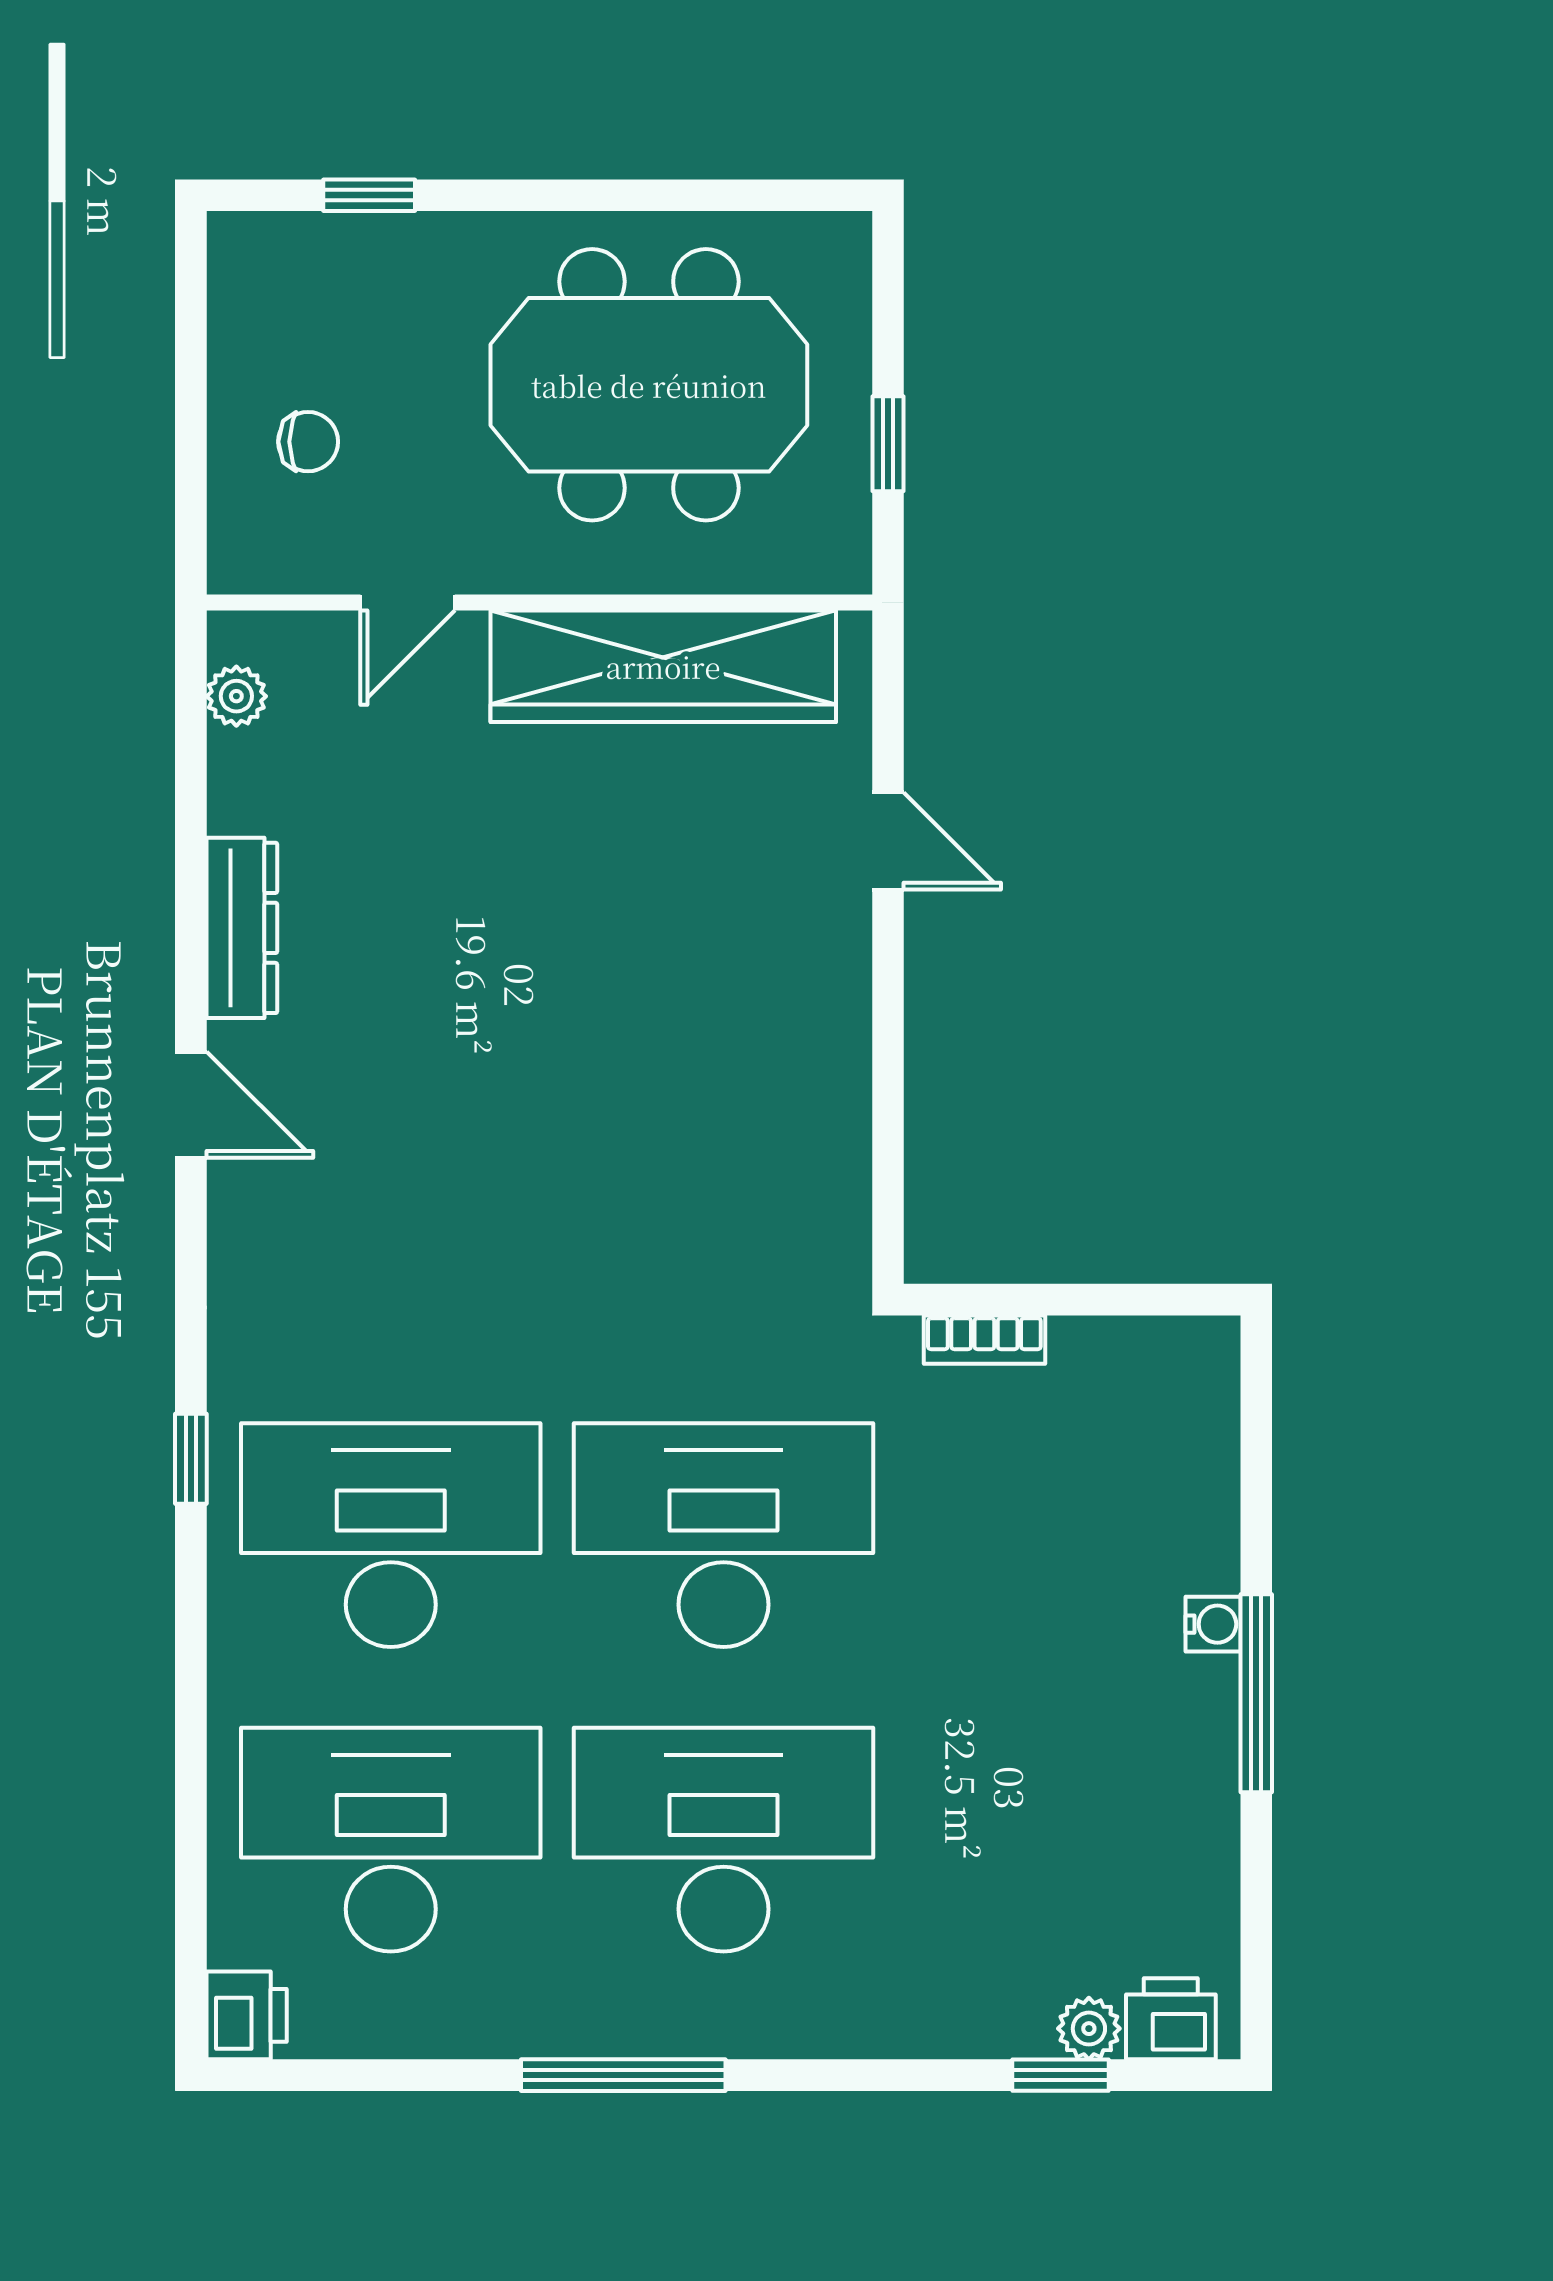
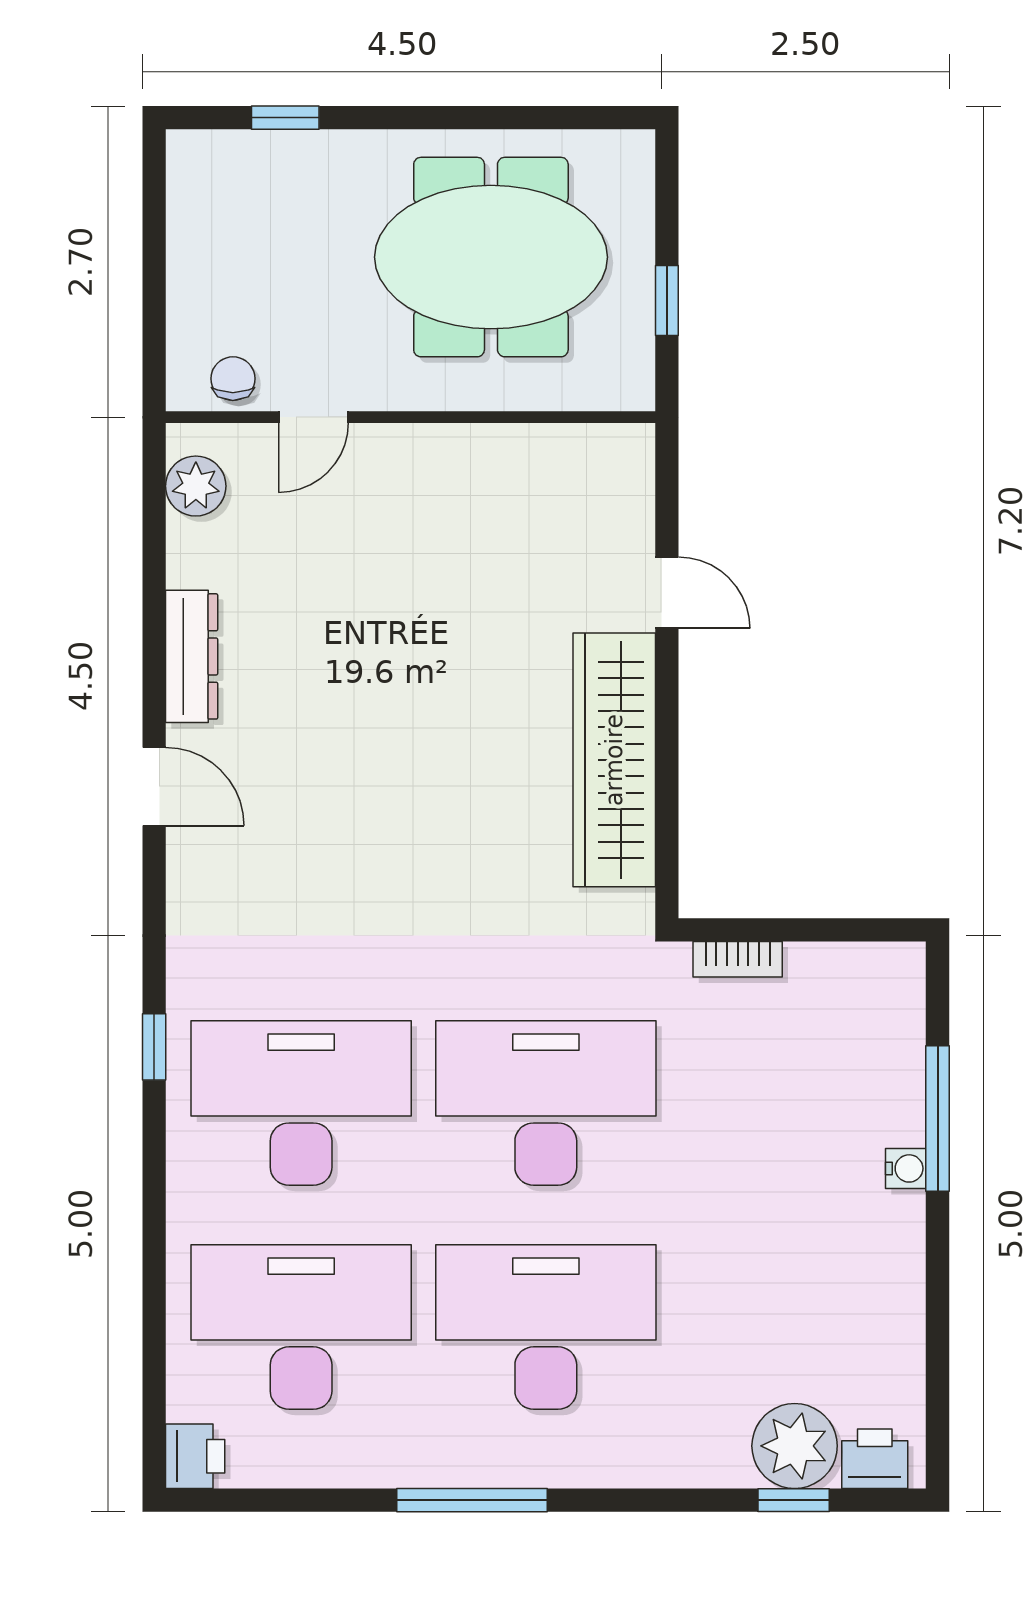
chair: (308, 442) -> (233, 379), moved, turned -90
wardrobe: (663, 666) -> (614, 760), moved, turned 90
plant: (236, 696) -> (196, 486), width x1.38, depth x1.38
window: (1256, 1693) -> (938, 1119), moved
plant: (1089, 2029) -> (795, 1446), width x1.87, depth x1.87

